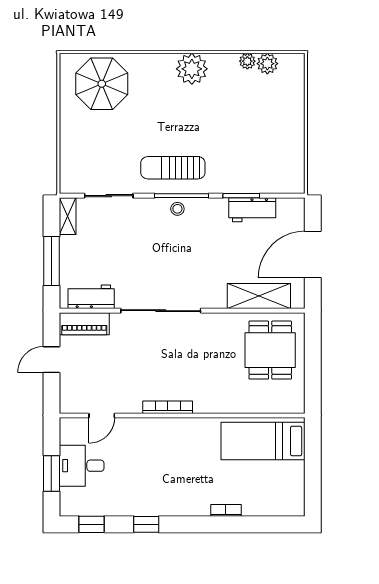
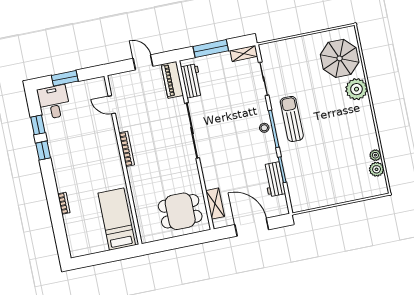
plant: (192, 69) -> (356, 89), moved
shelving: (259, 296) -> (215, 204), width x0.67, depth x0.75
desk: (82, 466) -> (54, 102), moved
window: (92, 524) -> (38, 125), moved

